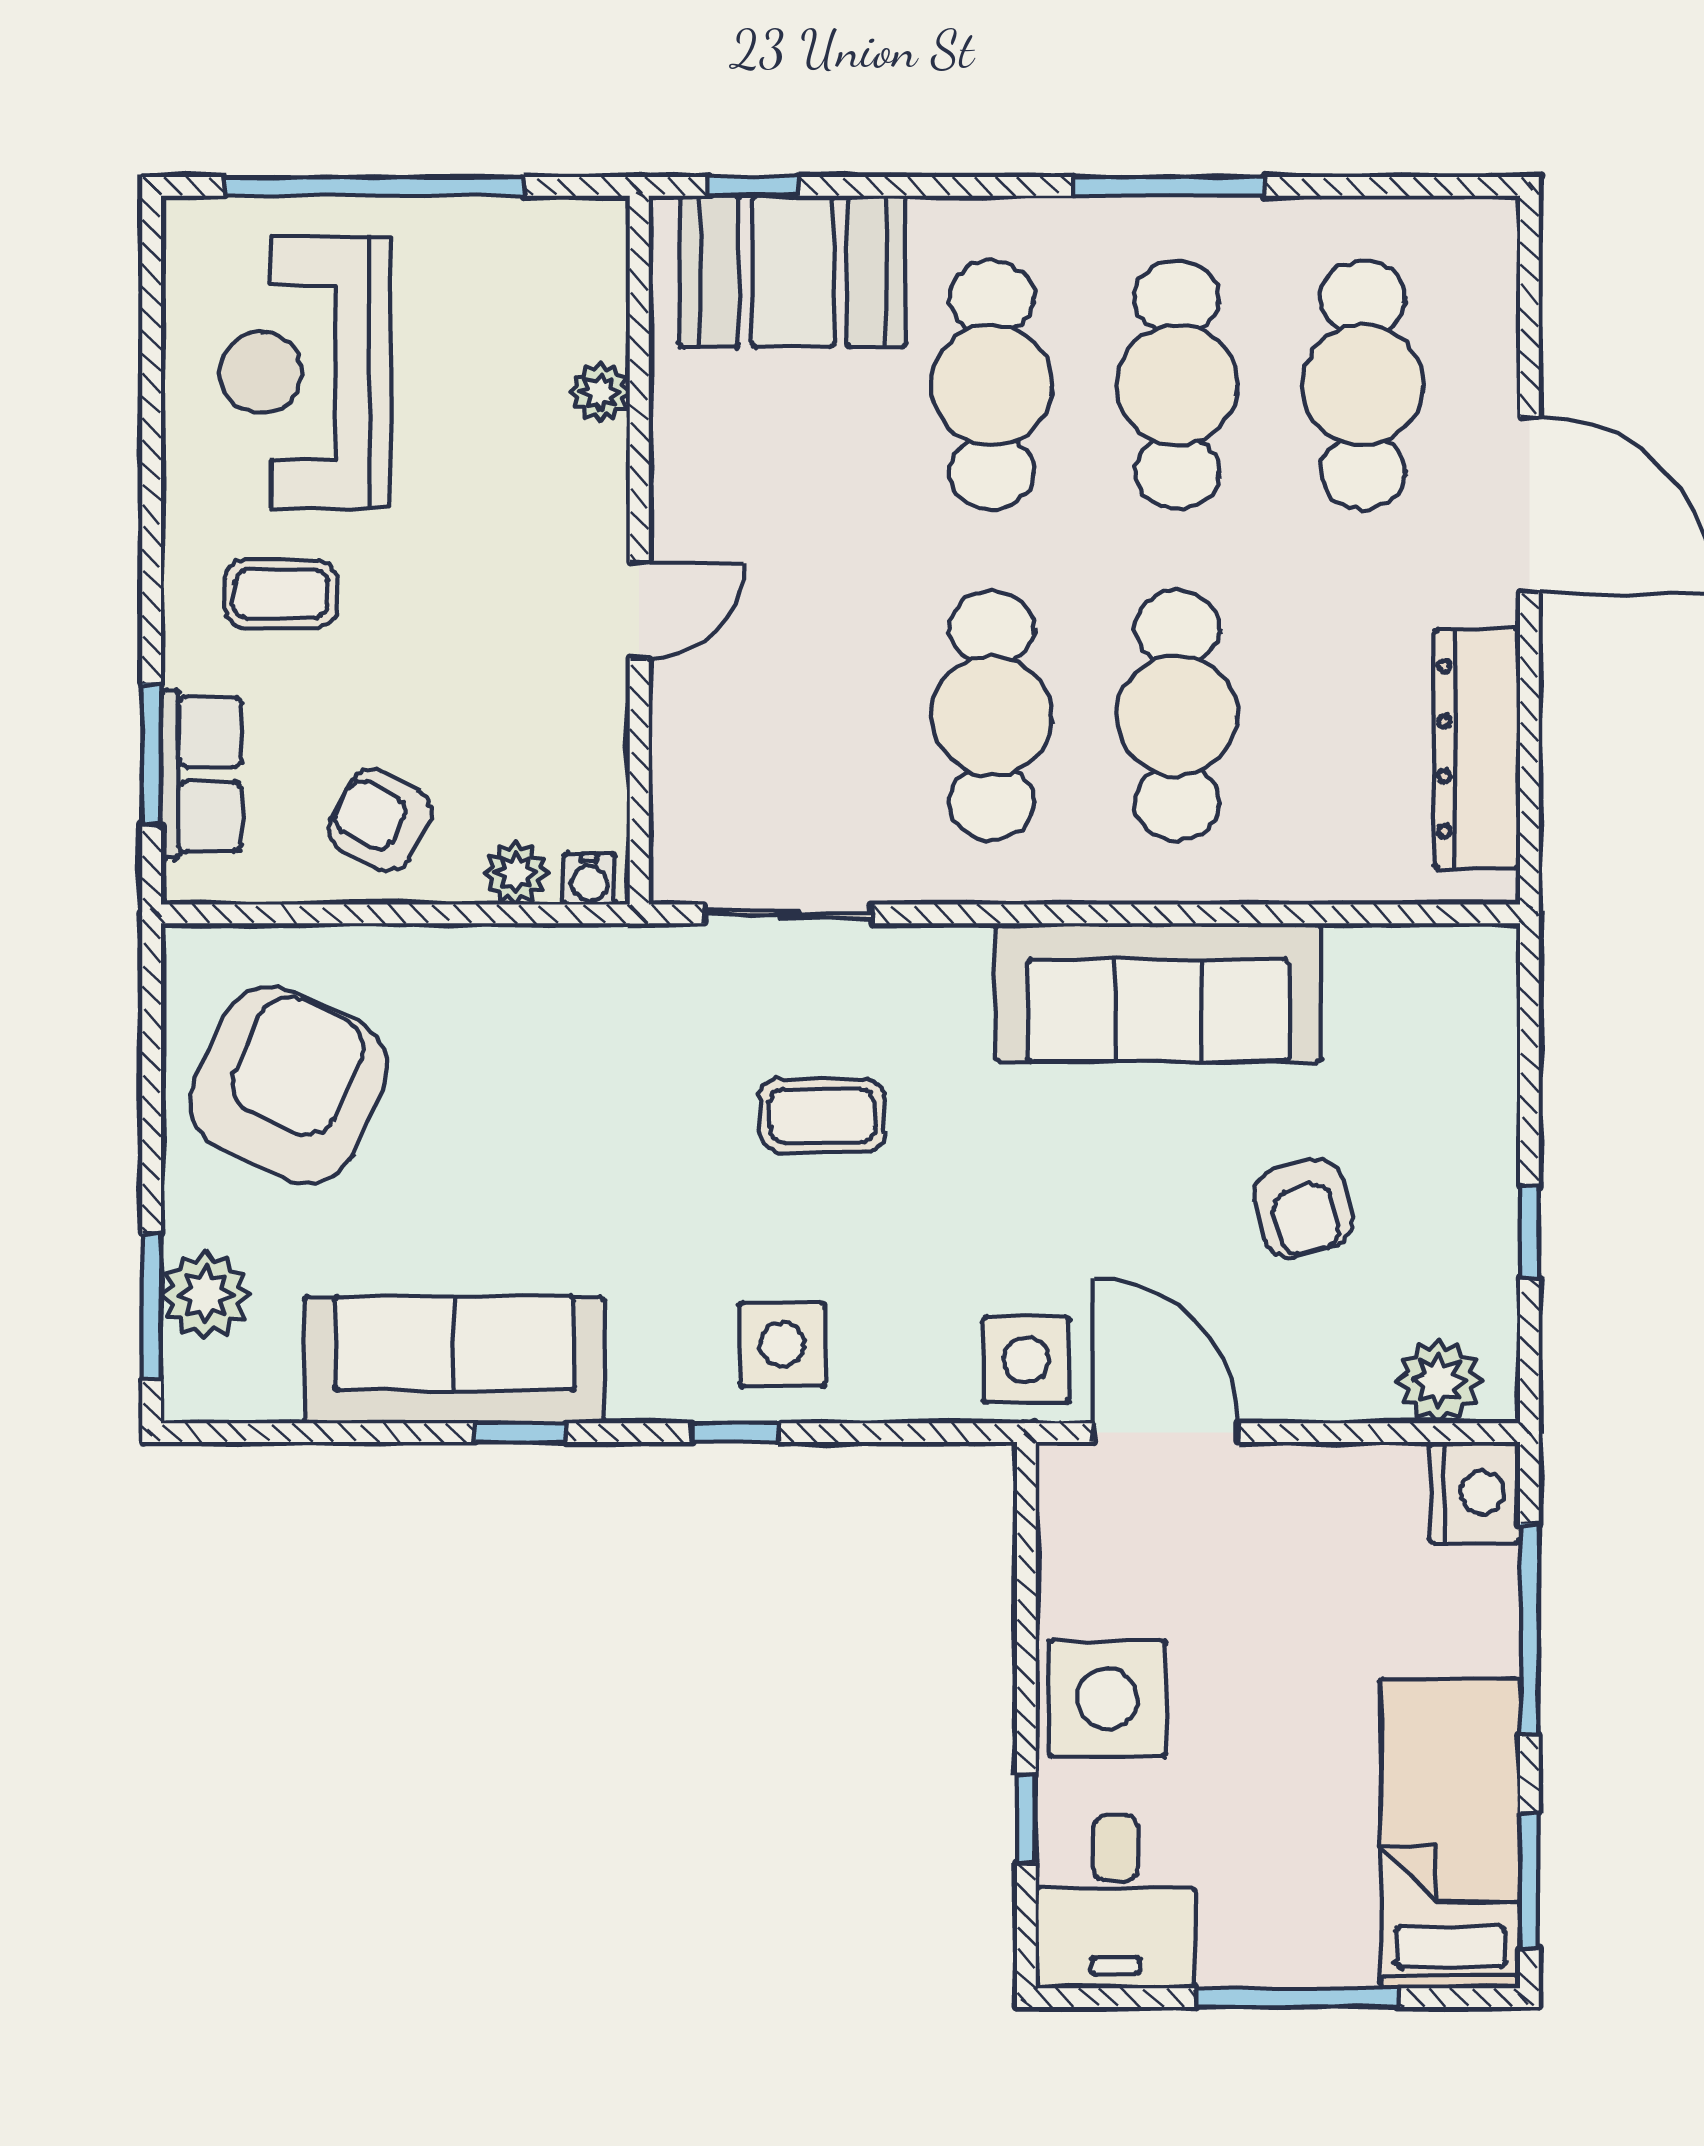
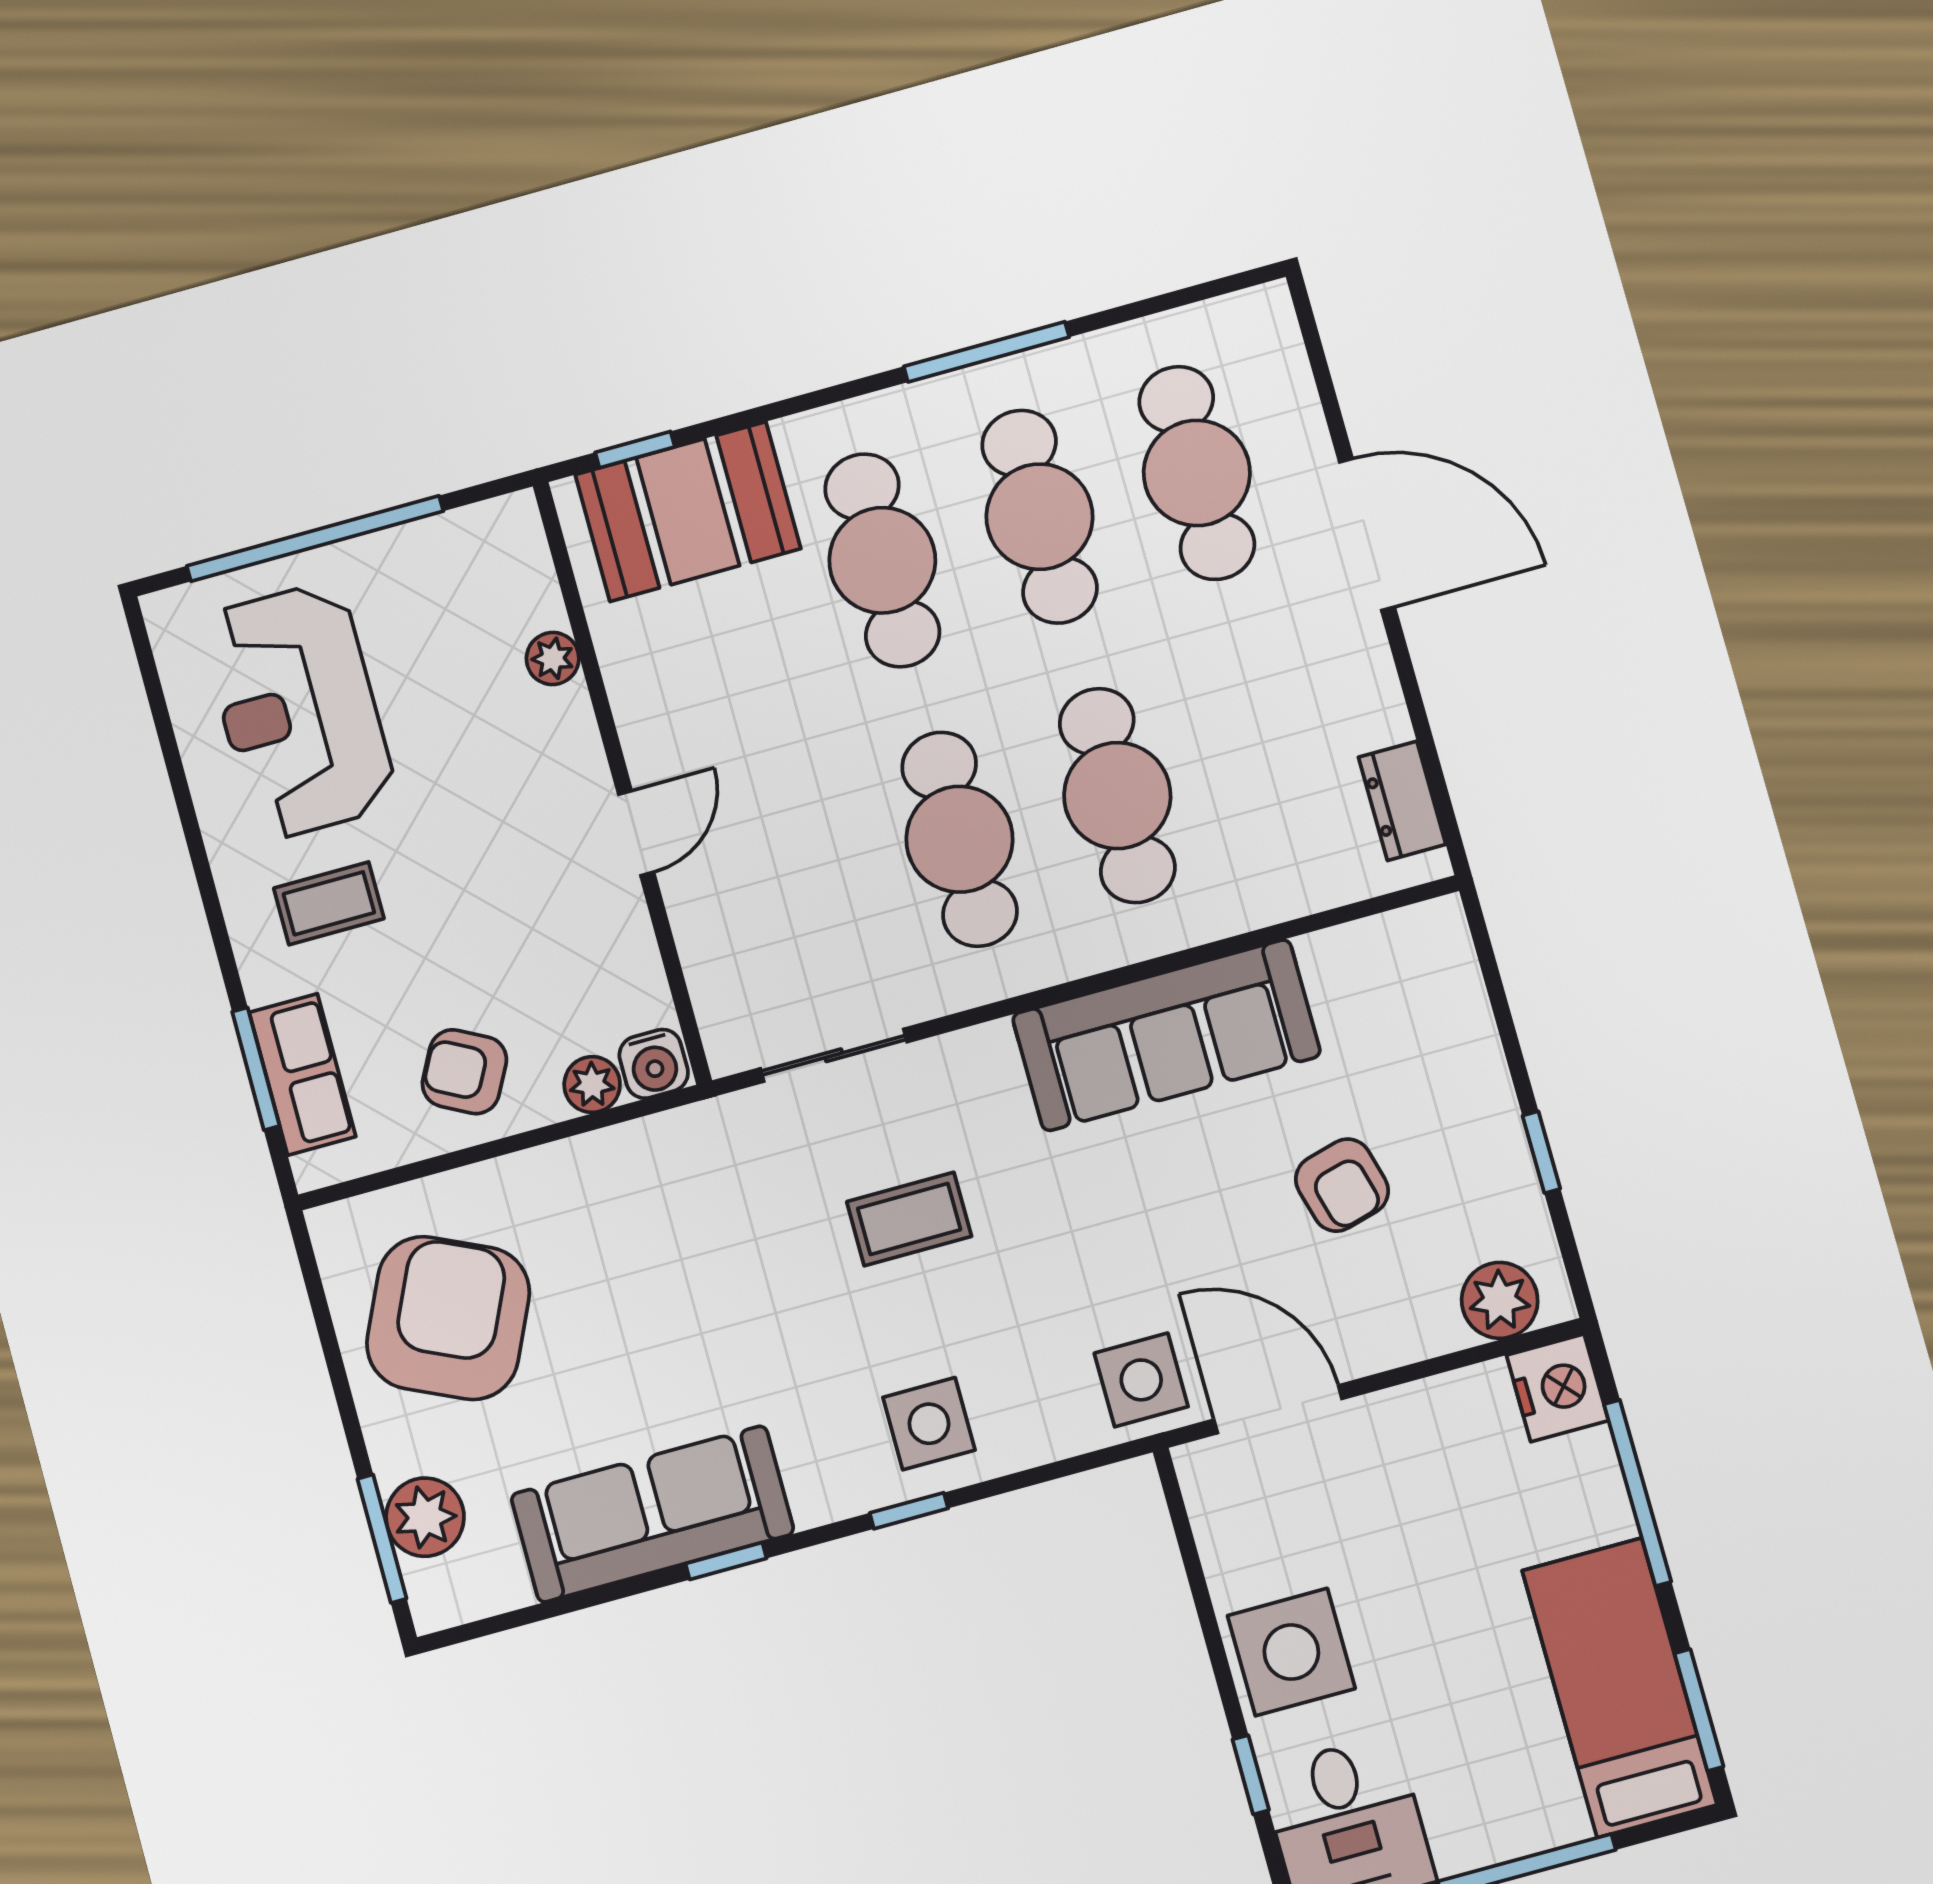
dresser: (1477, 749) -> (1402, 801), width x0.51, depth x0.80
water cooler: (590, 879) -> (654, 1064), width x1.38, depth x1.38

